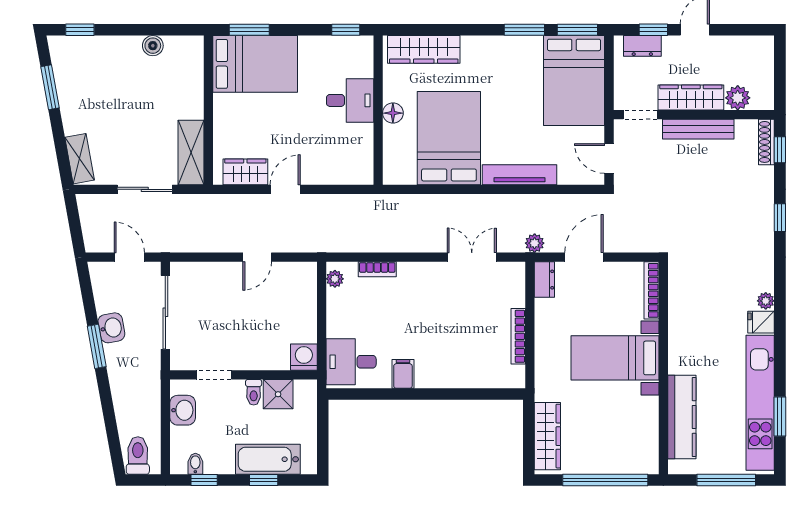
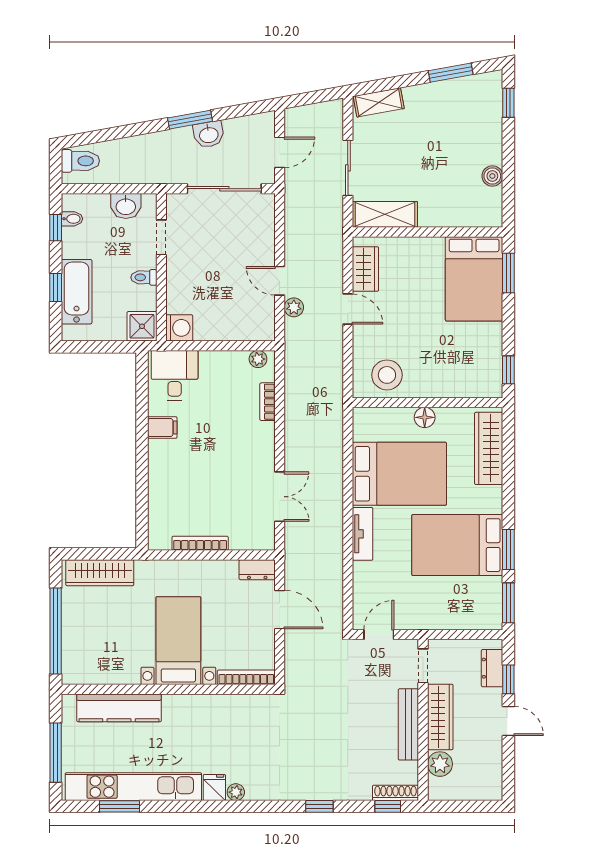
bed: (574, 81) -> (457, 545), moved
desk: (350, 100) -> (437, 374), removed
stool: (351, 150) -> (387, 375), added
tv unit: (519, 175) -> (363, 534), width x0.71
plant: (535, 243) -> (294, 307), moved
shower: (278, 394) -> (142, 326), moved

